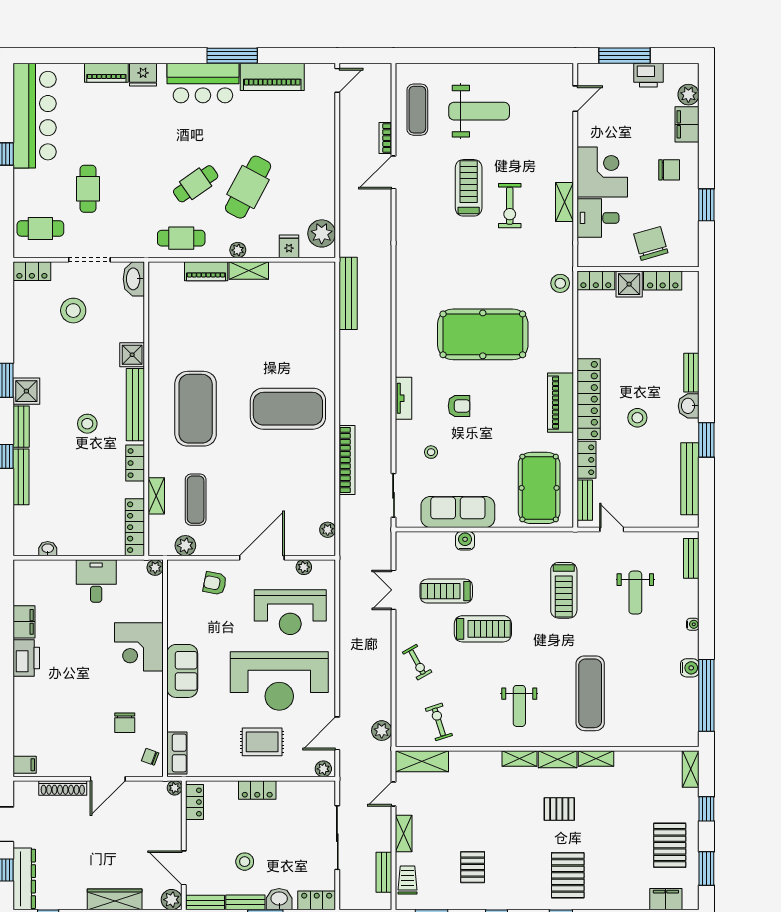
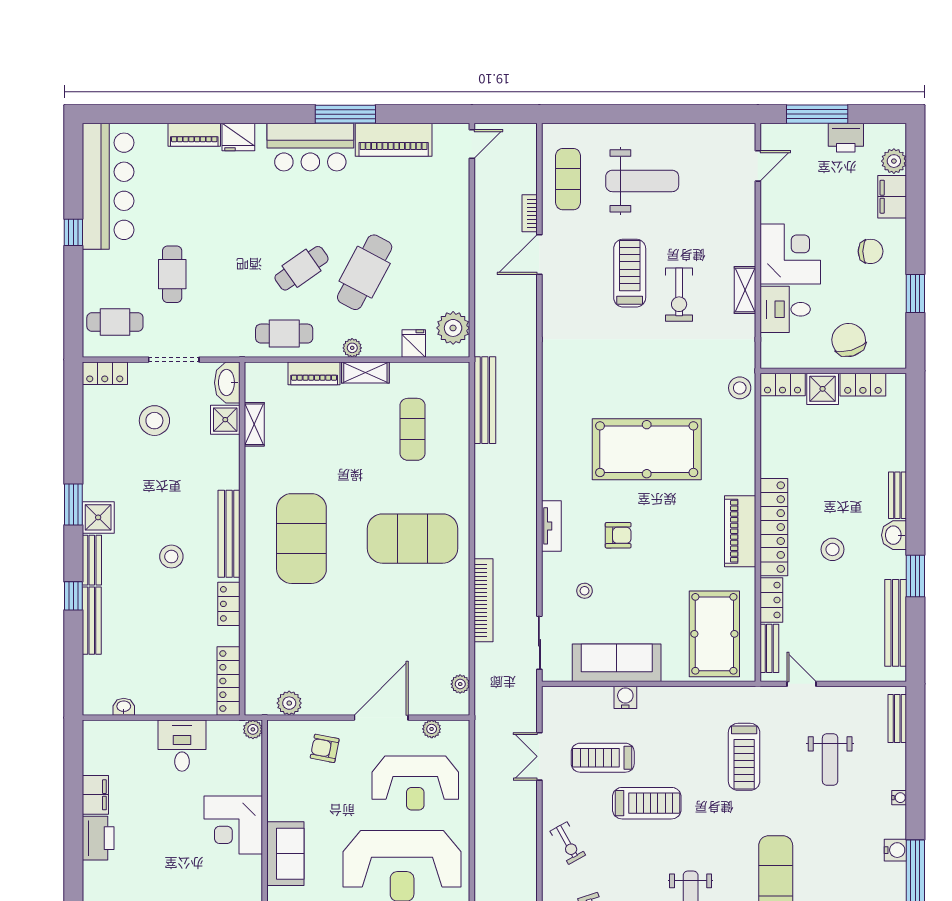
shower: (132, 355) -> (225, 420), moved
shelving: (156, 496) -> (254, 424), moved
exercise mat: (196, 500) -> (413, 429), moved

